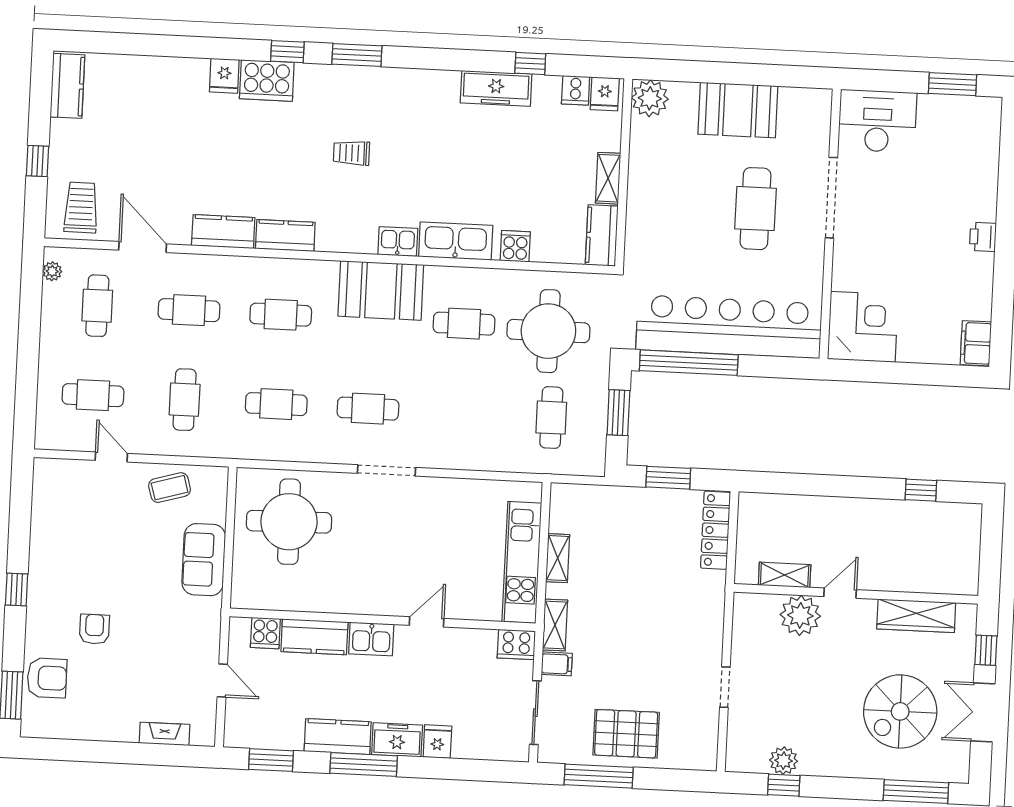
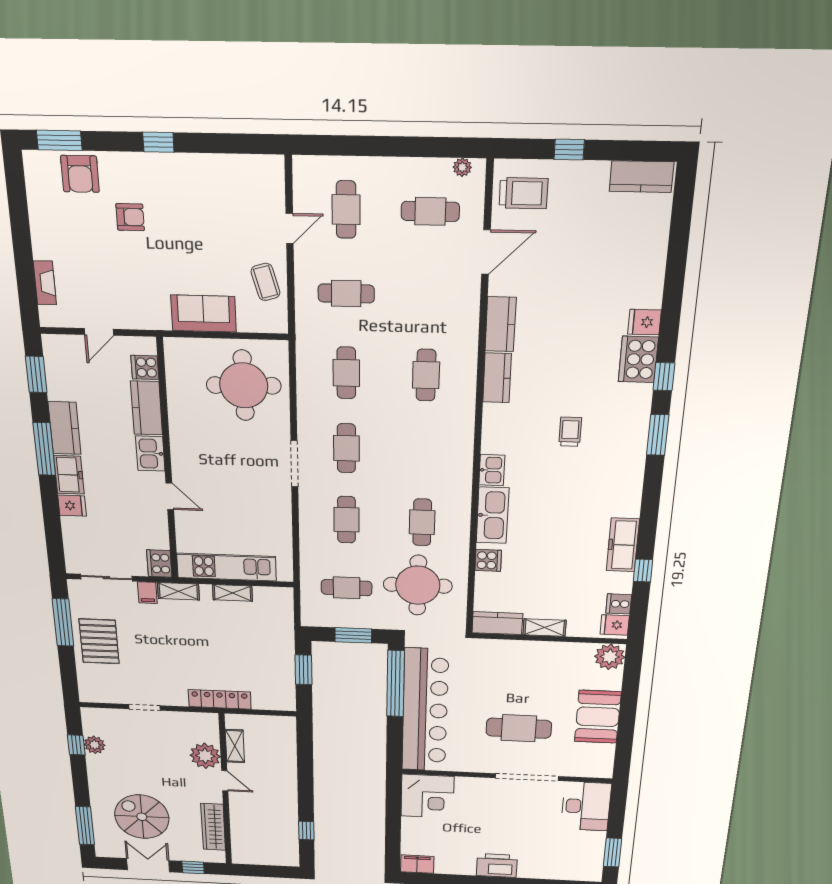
printer: (983, 237) -> (497, 866), width x1.87, depth x1.48
booth: (381, 290) -> (449, 457), removed
cafe table: (189, 310) -> (346, 520), moved
locker: (715, 530) -> (220, 699), moved

